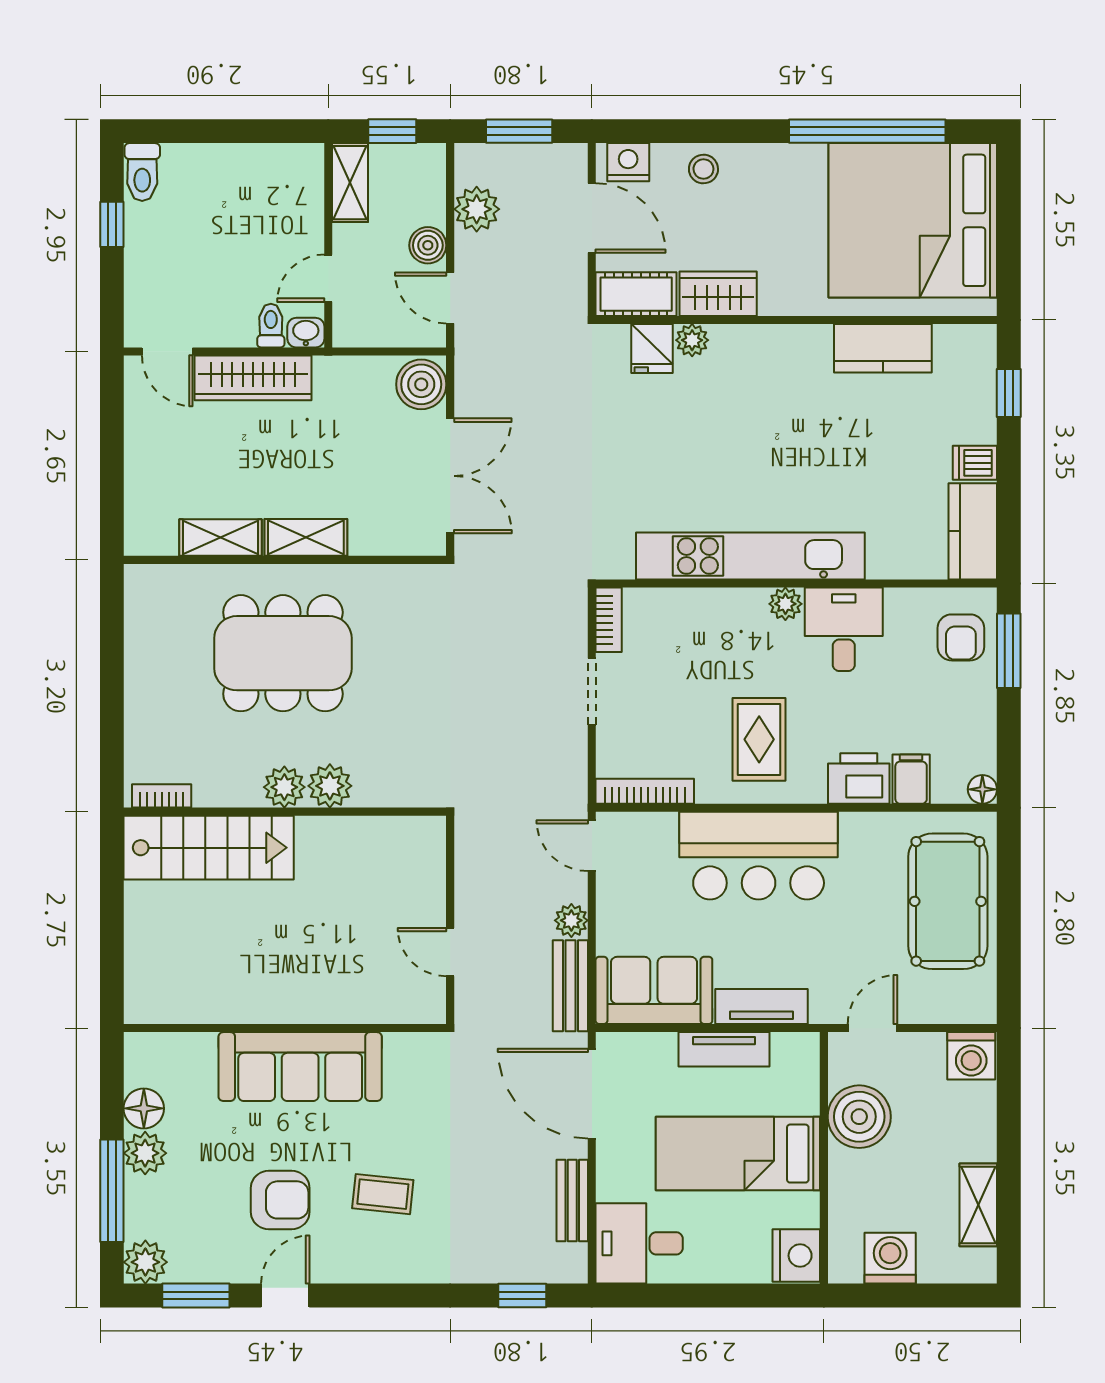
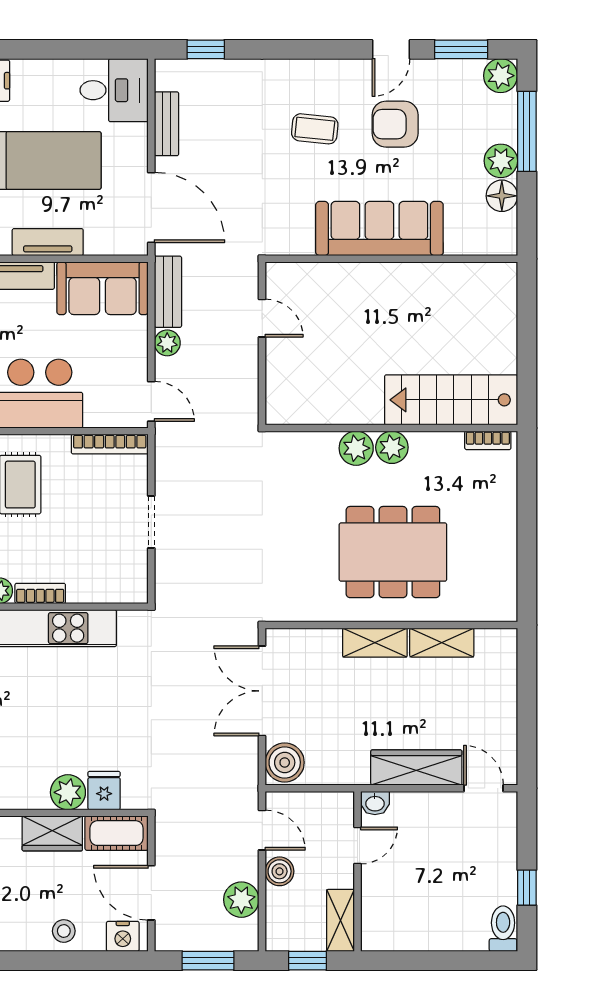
toilet: (271, 326) -> (402, 808), removed
plant: (692, 340) -> (68, 792), width x1.38, depth x1.38
bookcase: (609, 620) -> (40, 593), moved, turned 90

